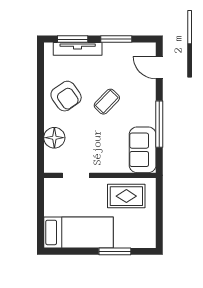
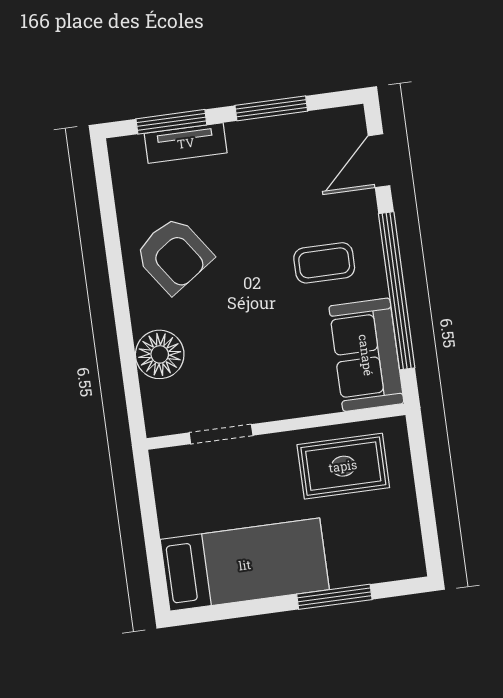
tv unit: (78, 49) -> (186, 143), width x0.71
door: (159, 68) -> (379, 161), hinge flipped
coffee table: (107, 102) -> (324, 263), moved, turned 46
window: (159, 124) -> (397, 291), width x1.46

